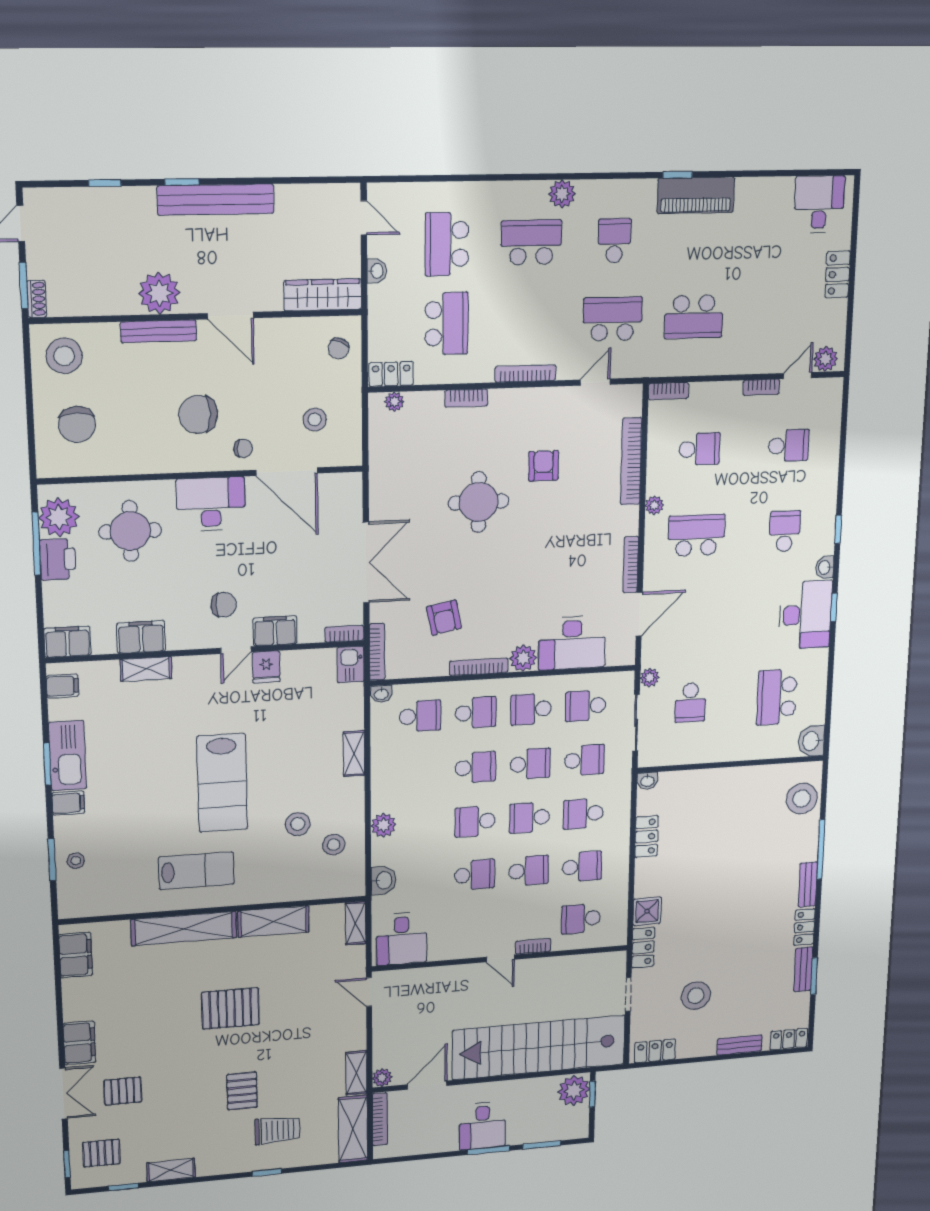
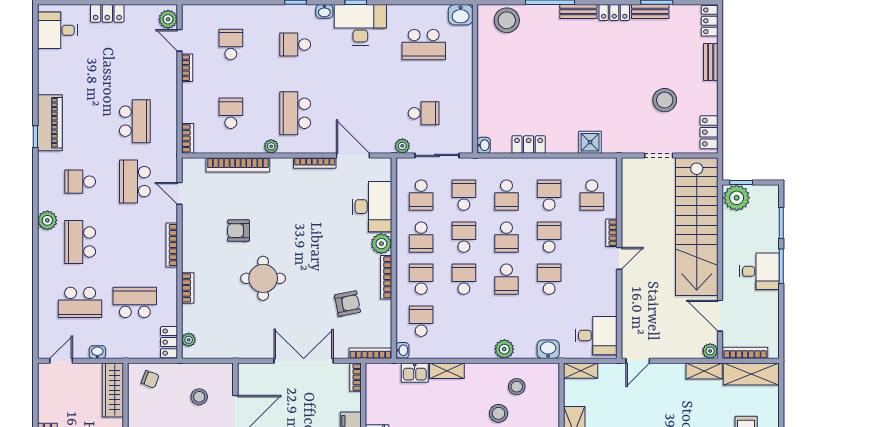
kitchen sink: (351, 665) -> (415, 373), moved
locker: (643, 947) -> (620, 144), removed

